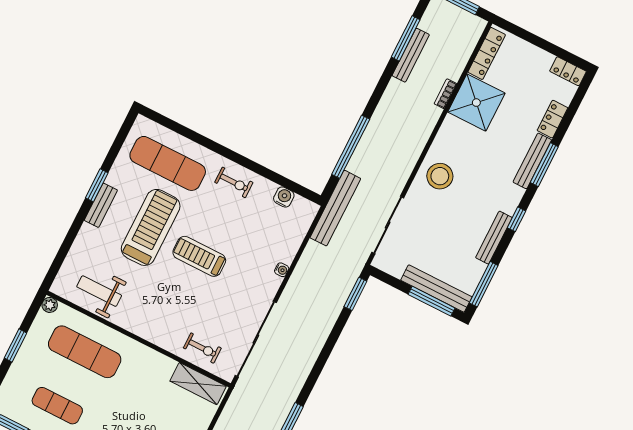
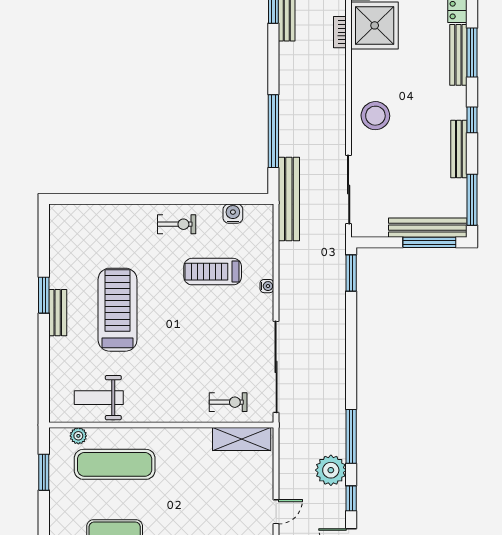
exercise mat: (168, 163) -> (102, 239), removed
treadmill: (199, 256) -> (213, 272), moved
plant: (50, 305) -> (78, 436), moved
window: (15, 345) -> (44, 472), moved

